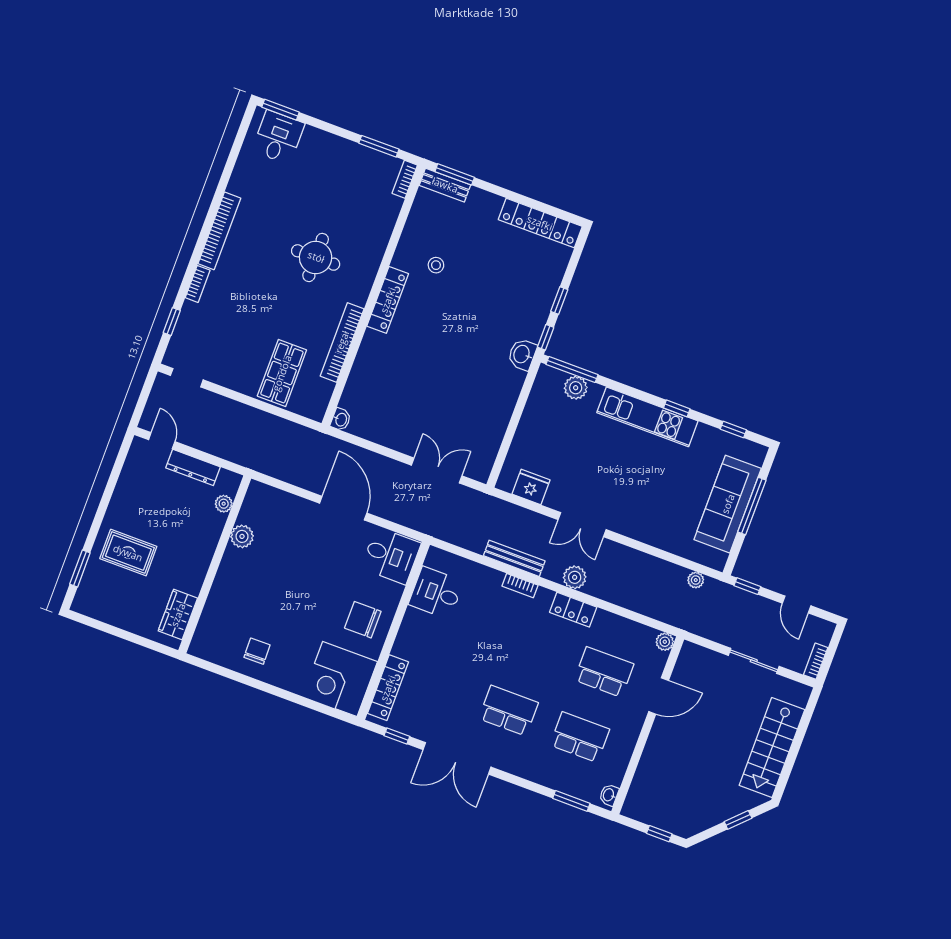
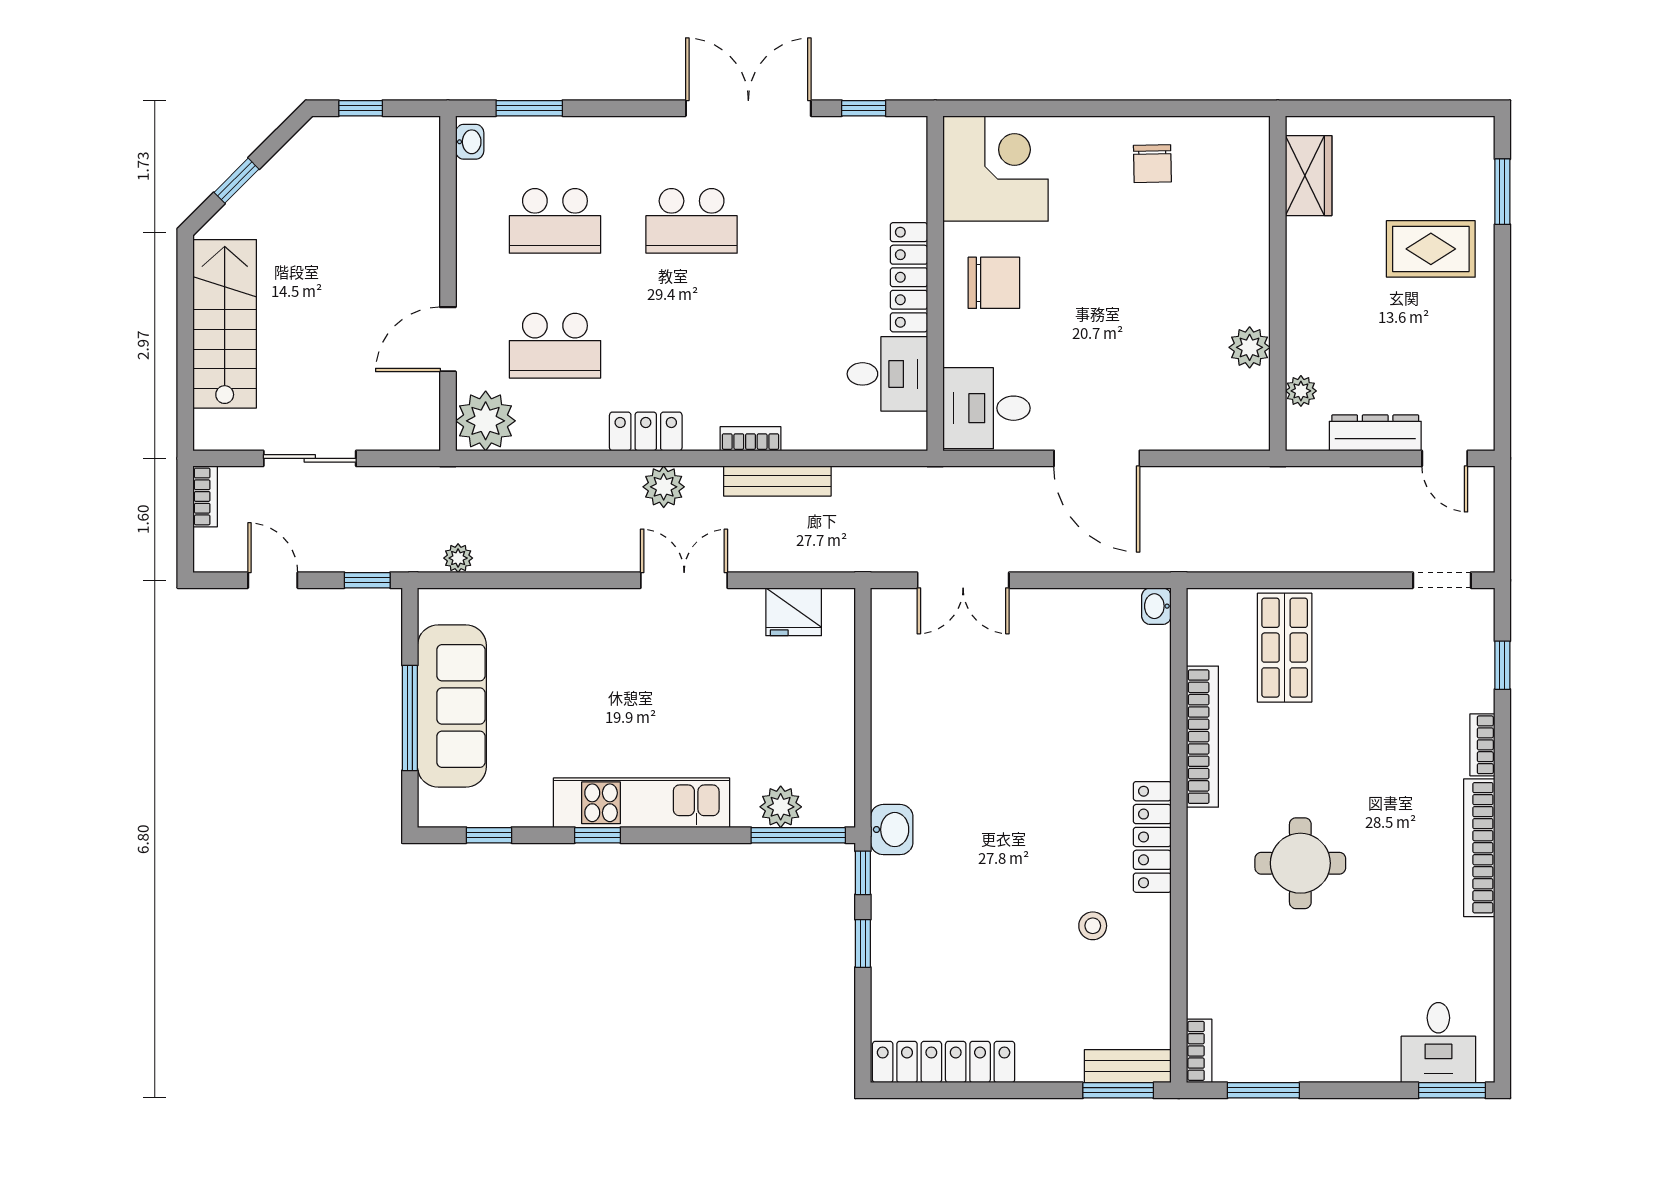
plant: (665, 642) -> (486, 421), width x1.88, depth x1.88
locker: (388, 688) -> (909, 277), moved

